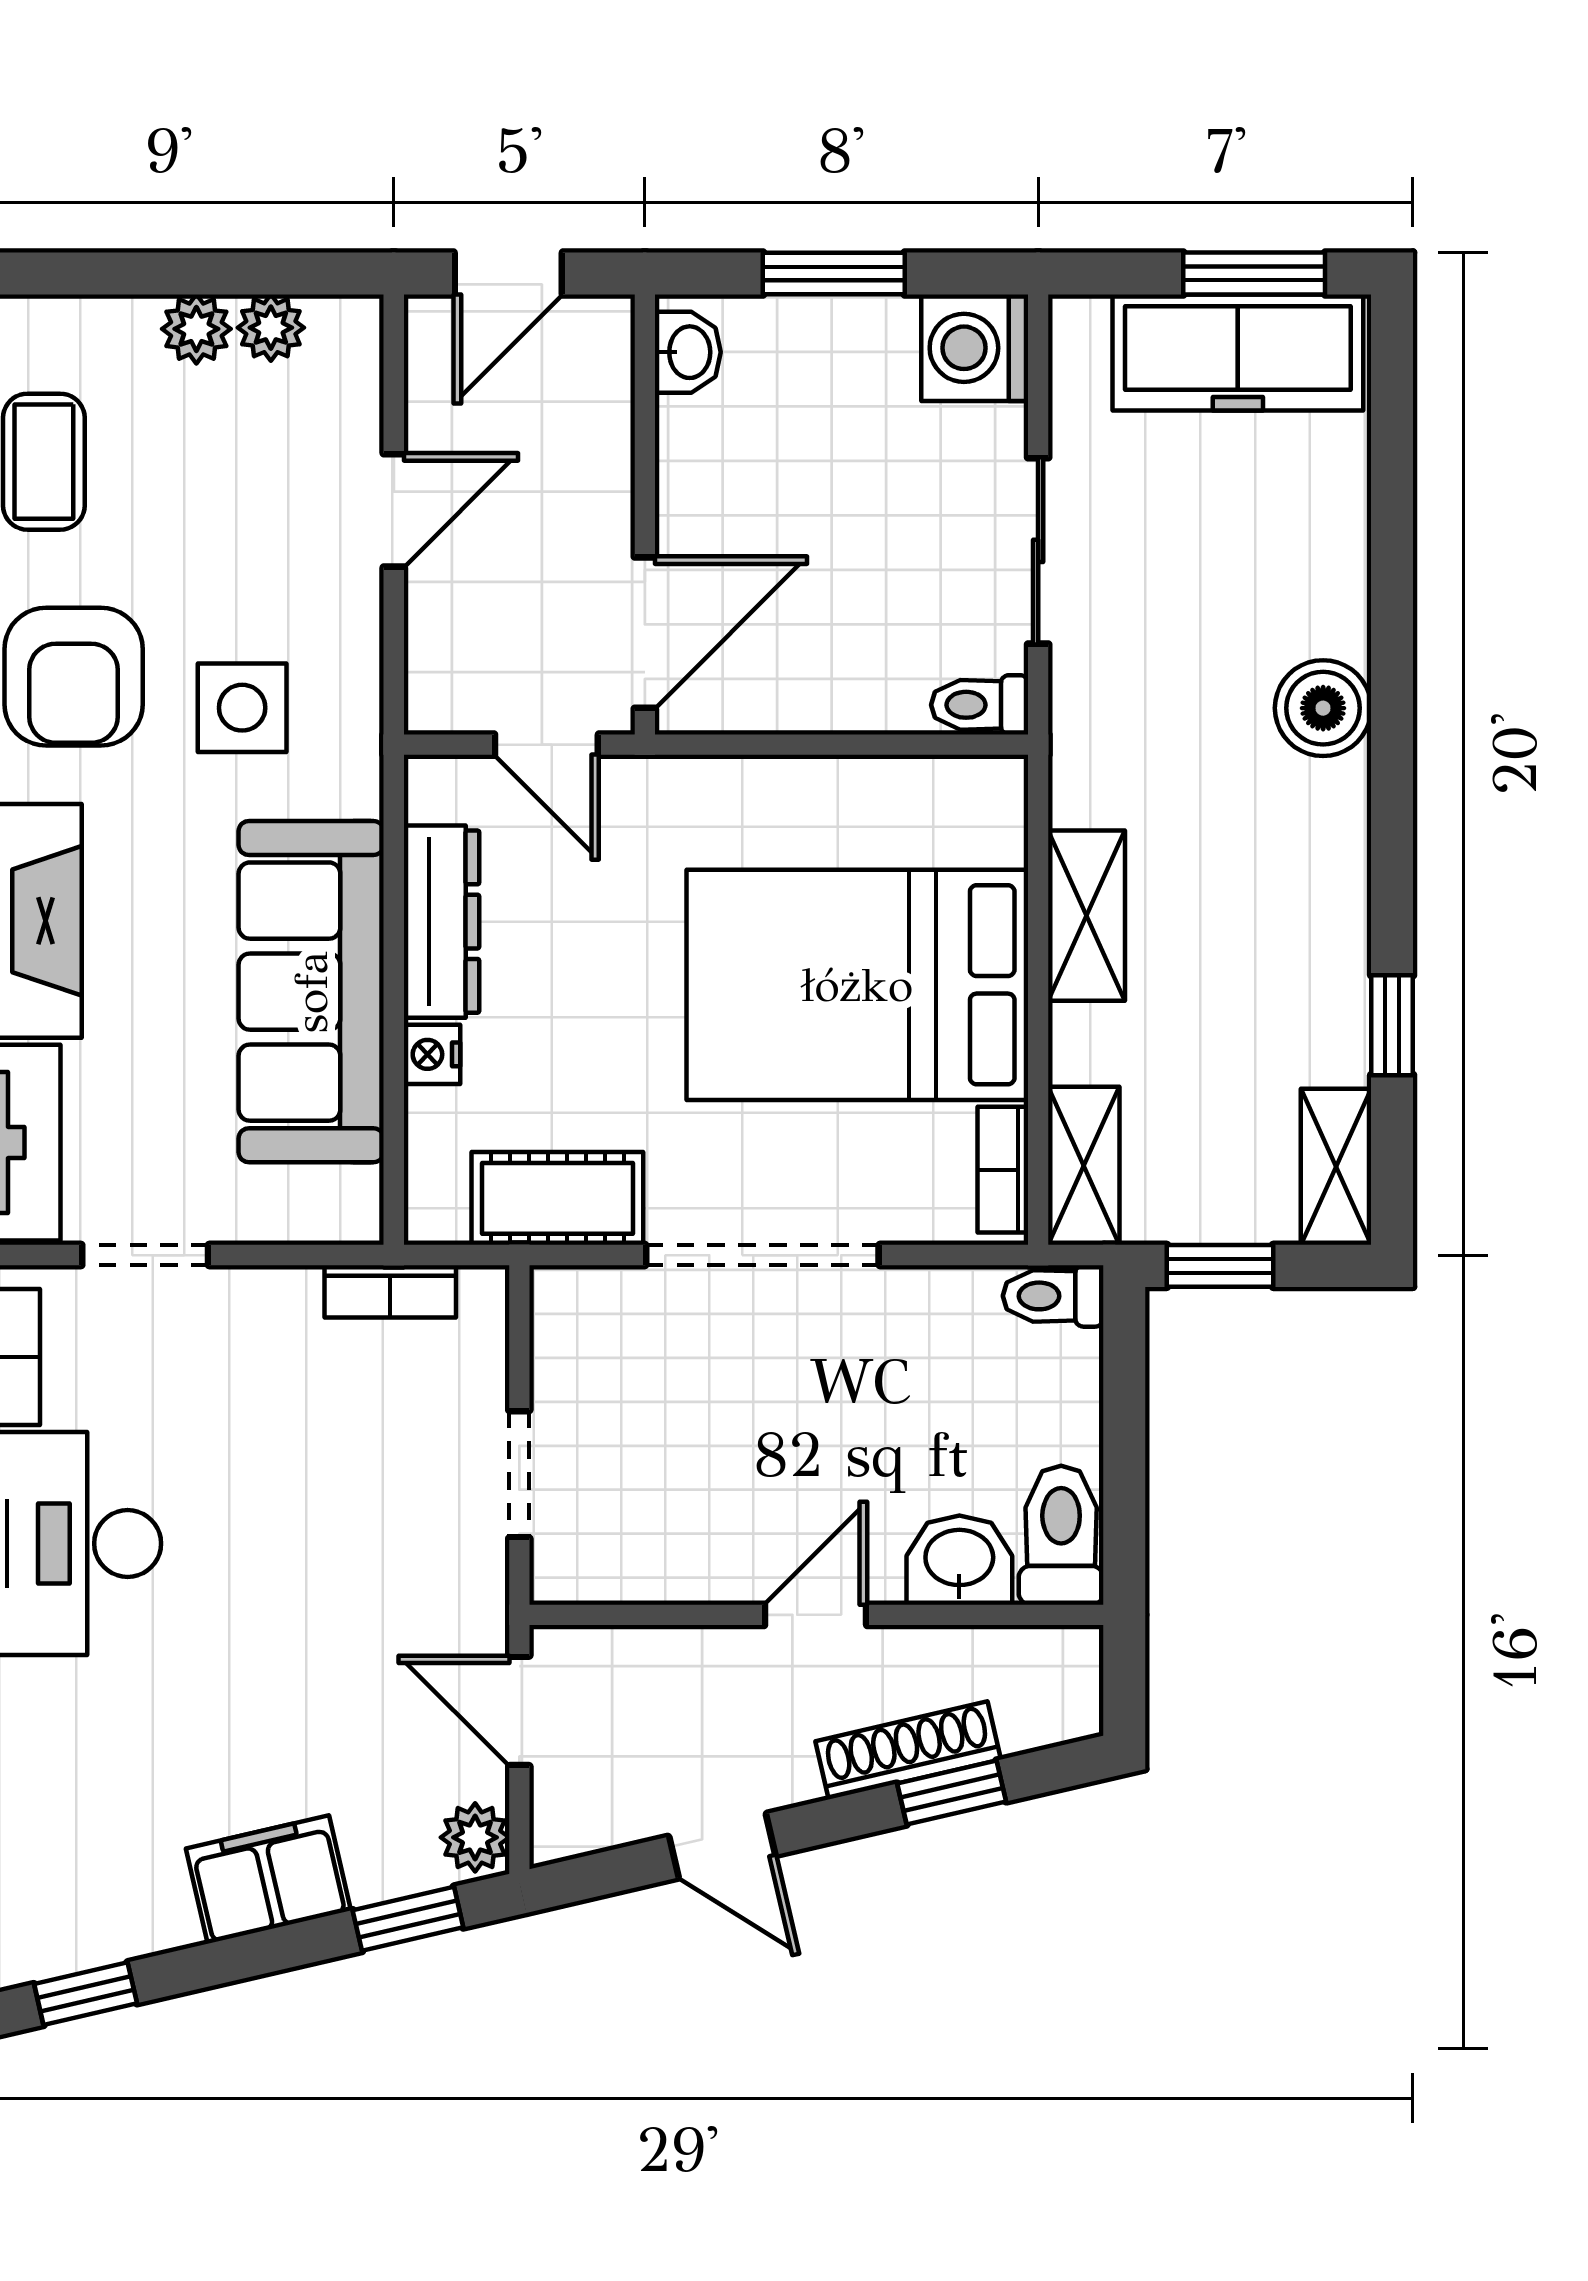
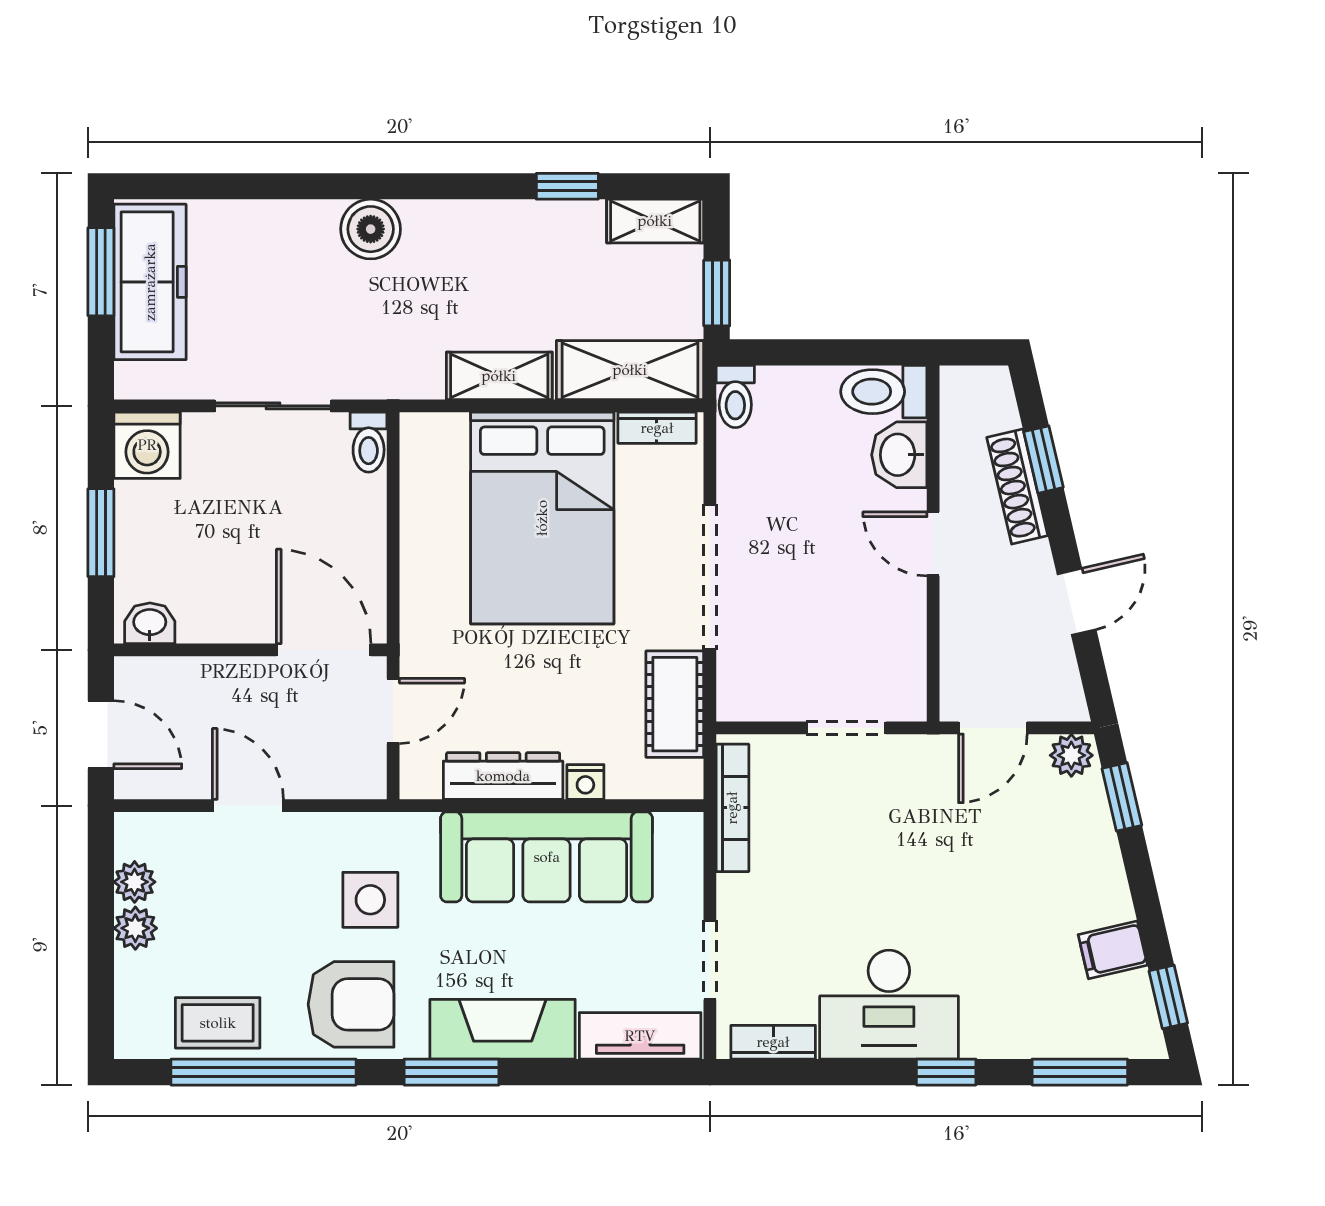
shelving: (1084, 1166) -> (630, 370), width x1.50, depth x1.33
bookcase: (390, 1291) -> (732, 808), width x1.56
filing cabinet: (268, 1880) -> (1113, 950), moved, width x0.50

